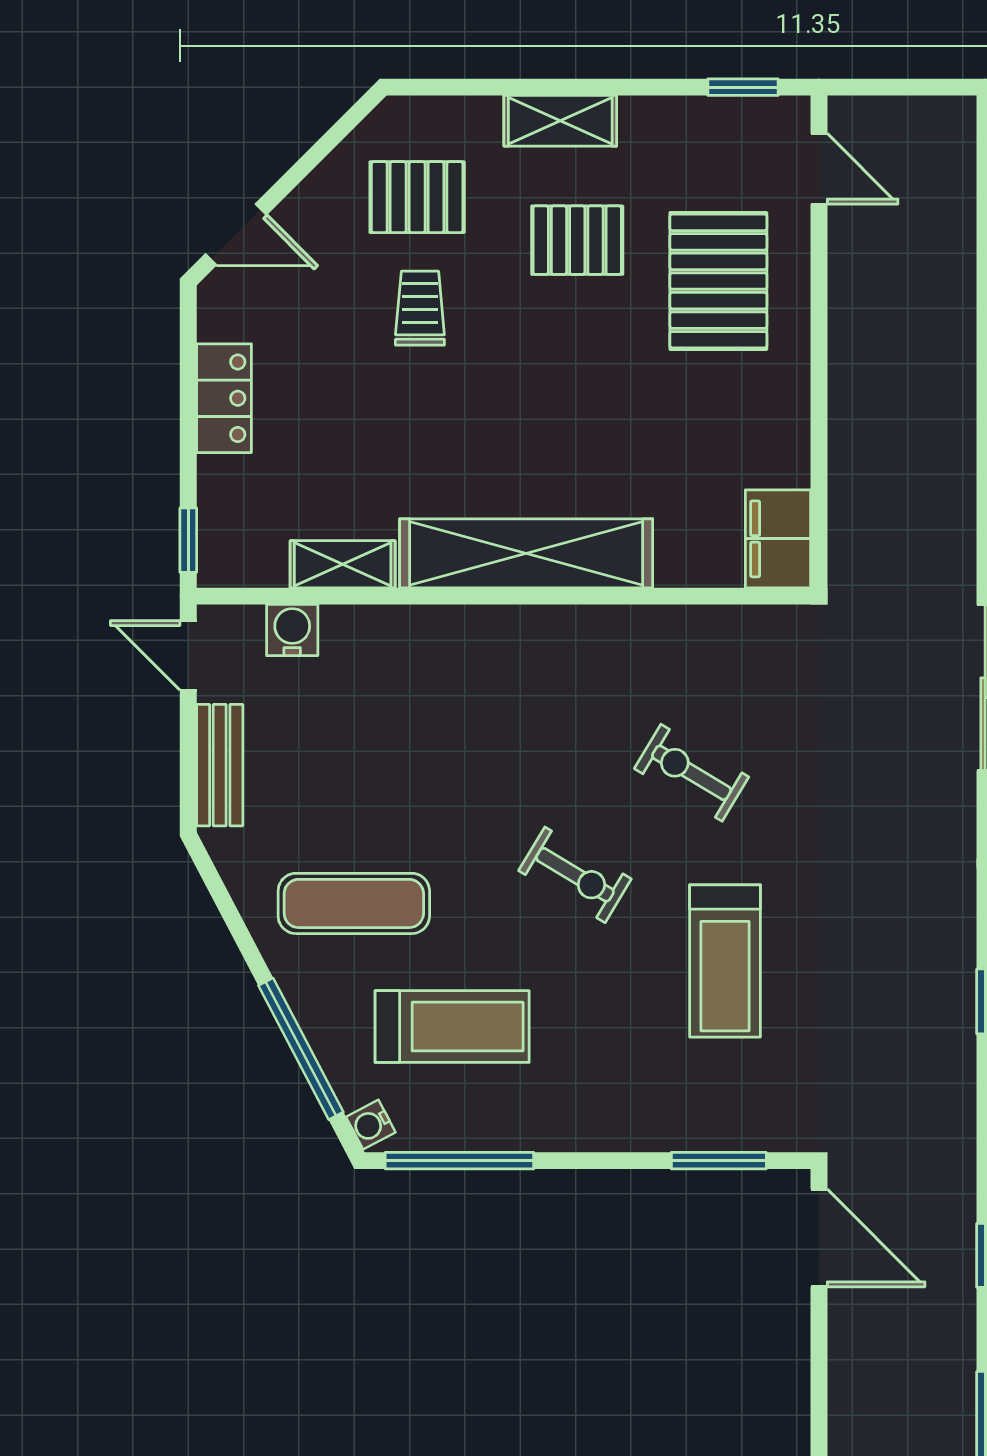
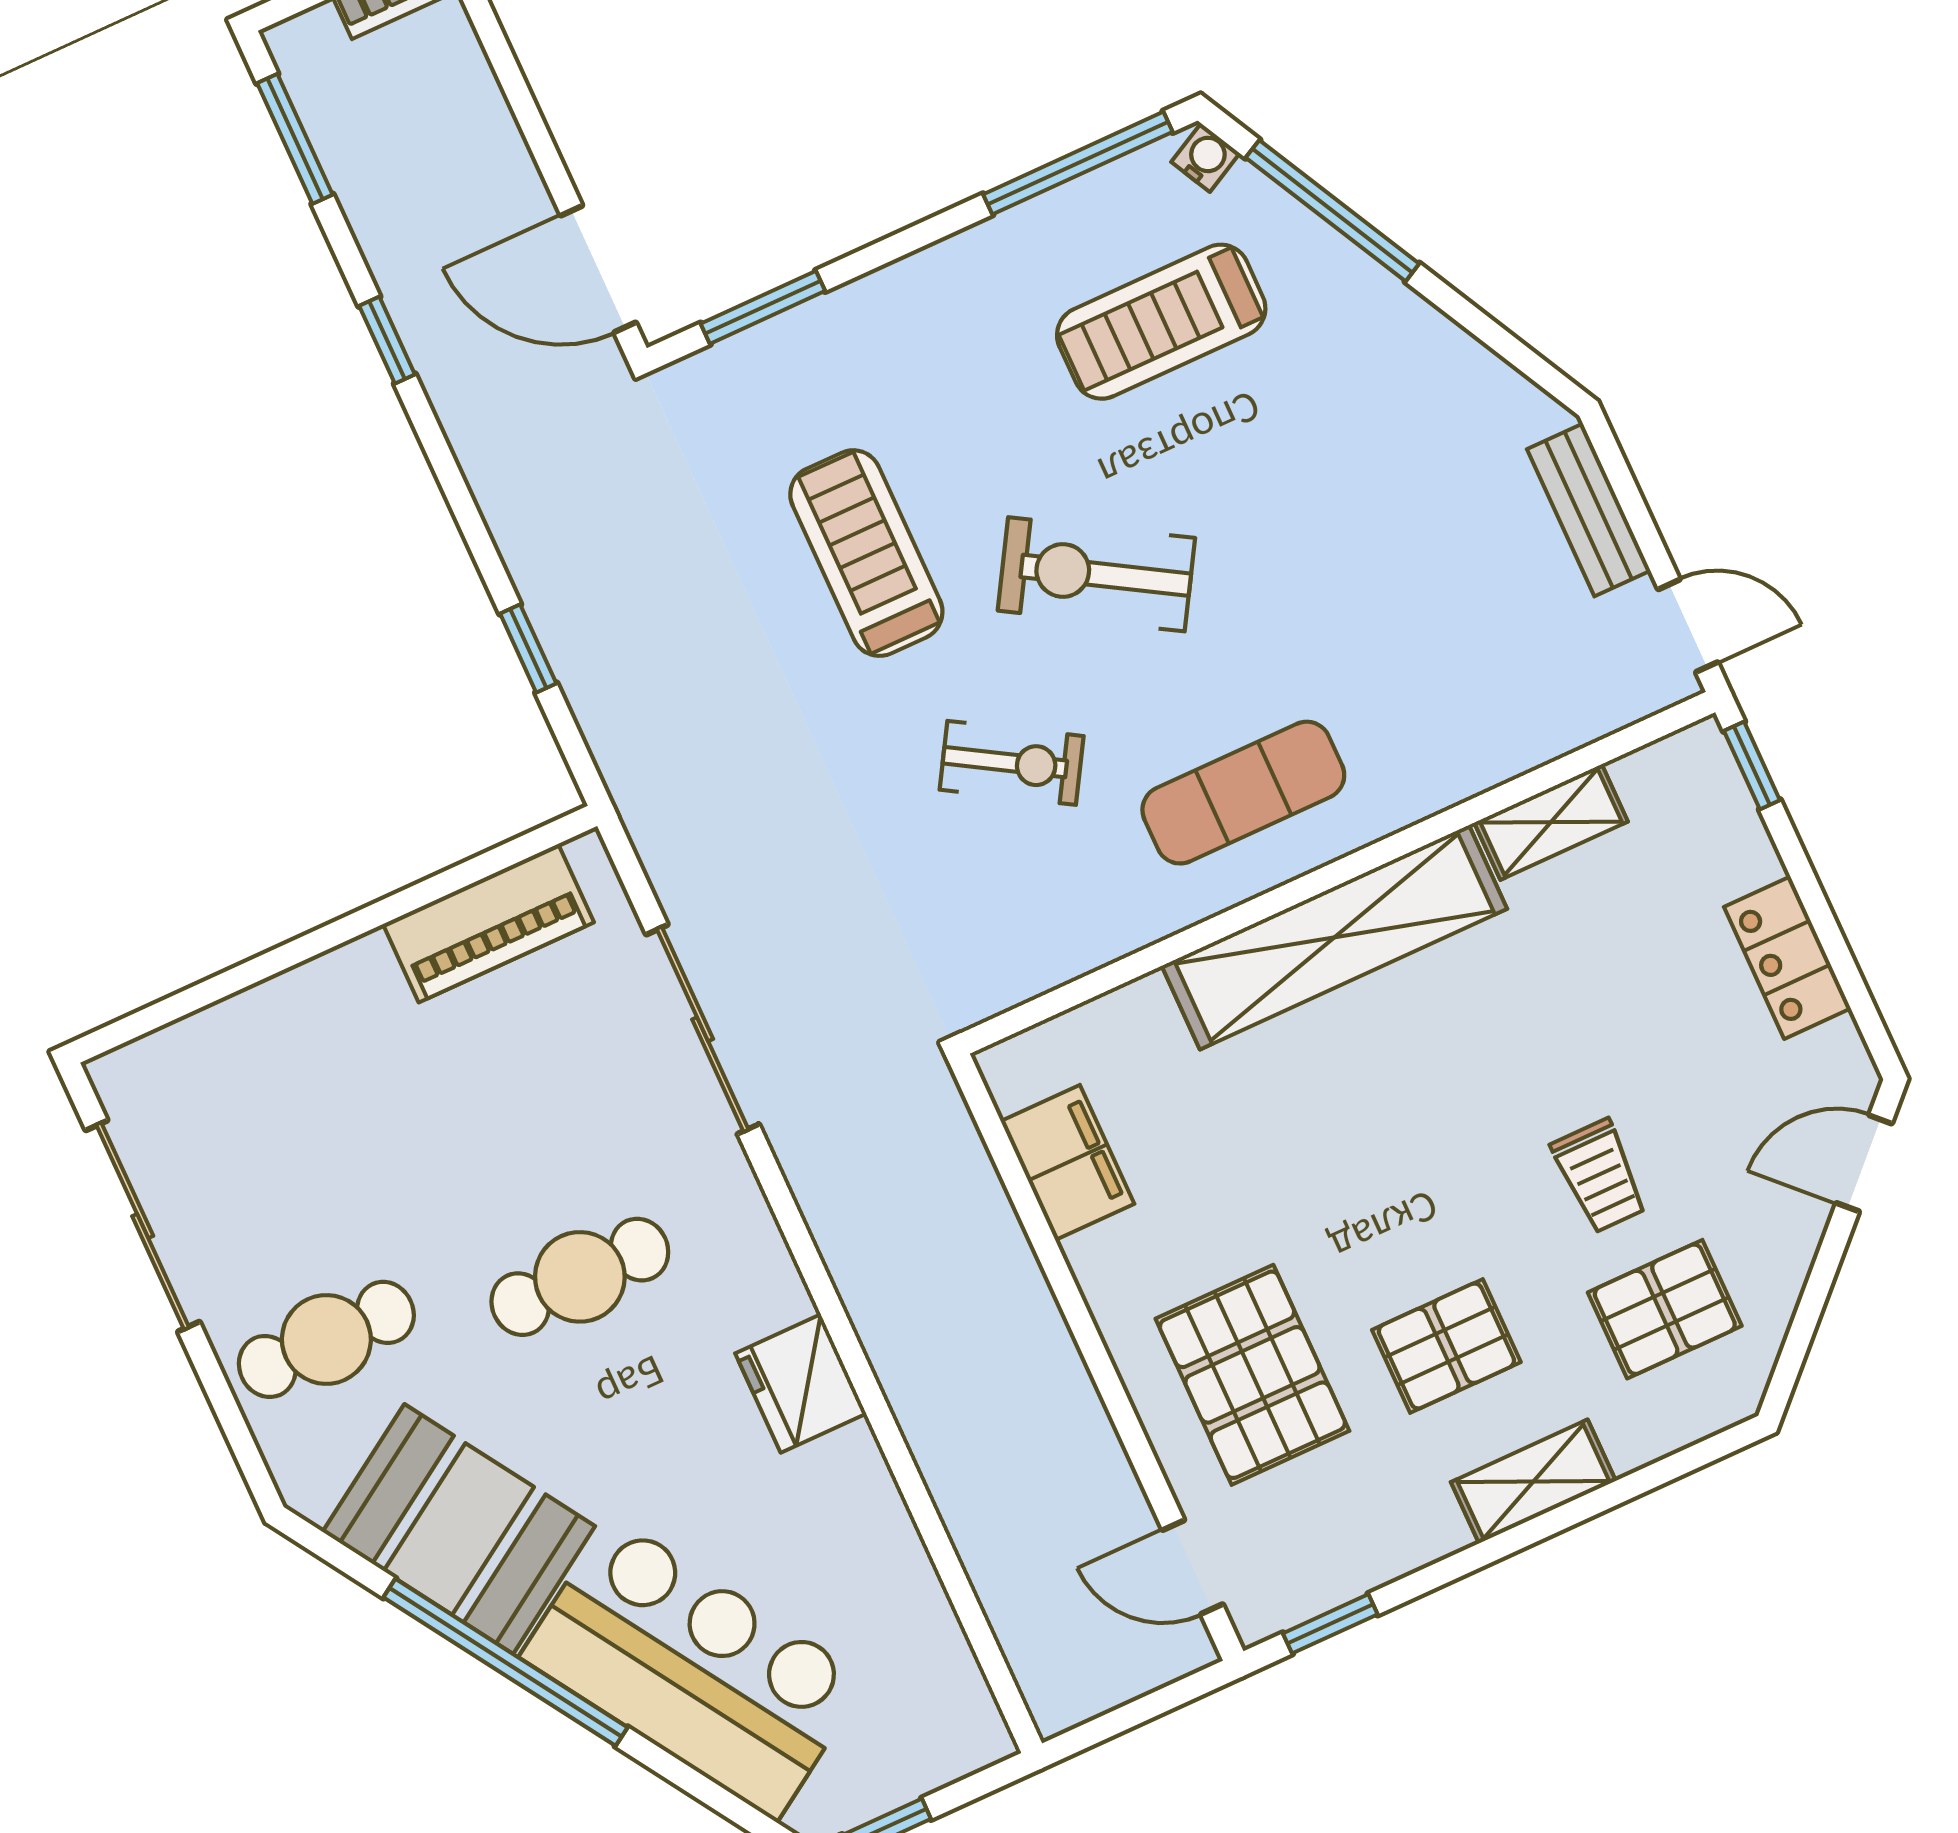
filing cabinet: (778, 539) -> (1068, 1162), moved
water cooler: (292, 630) -> (1576, 714), removed
exercise bike: (575, 875) -> (1096, 574), width x1.38, depth x1.39
exercise mat: (354, 903) -> (1243, 793), moved

